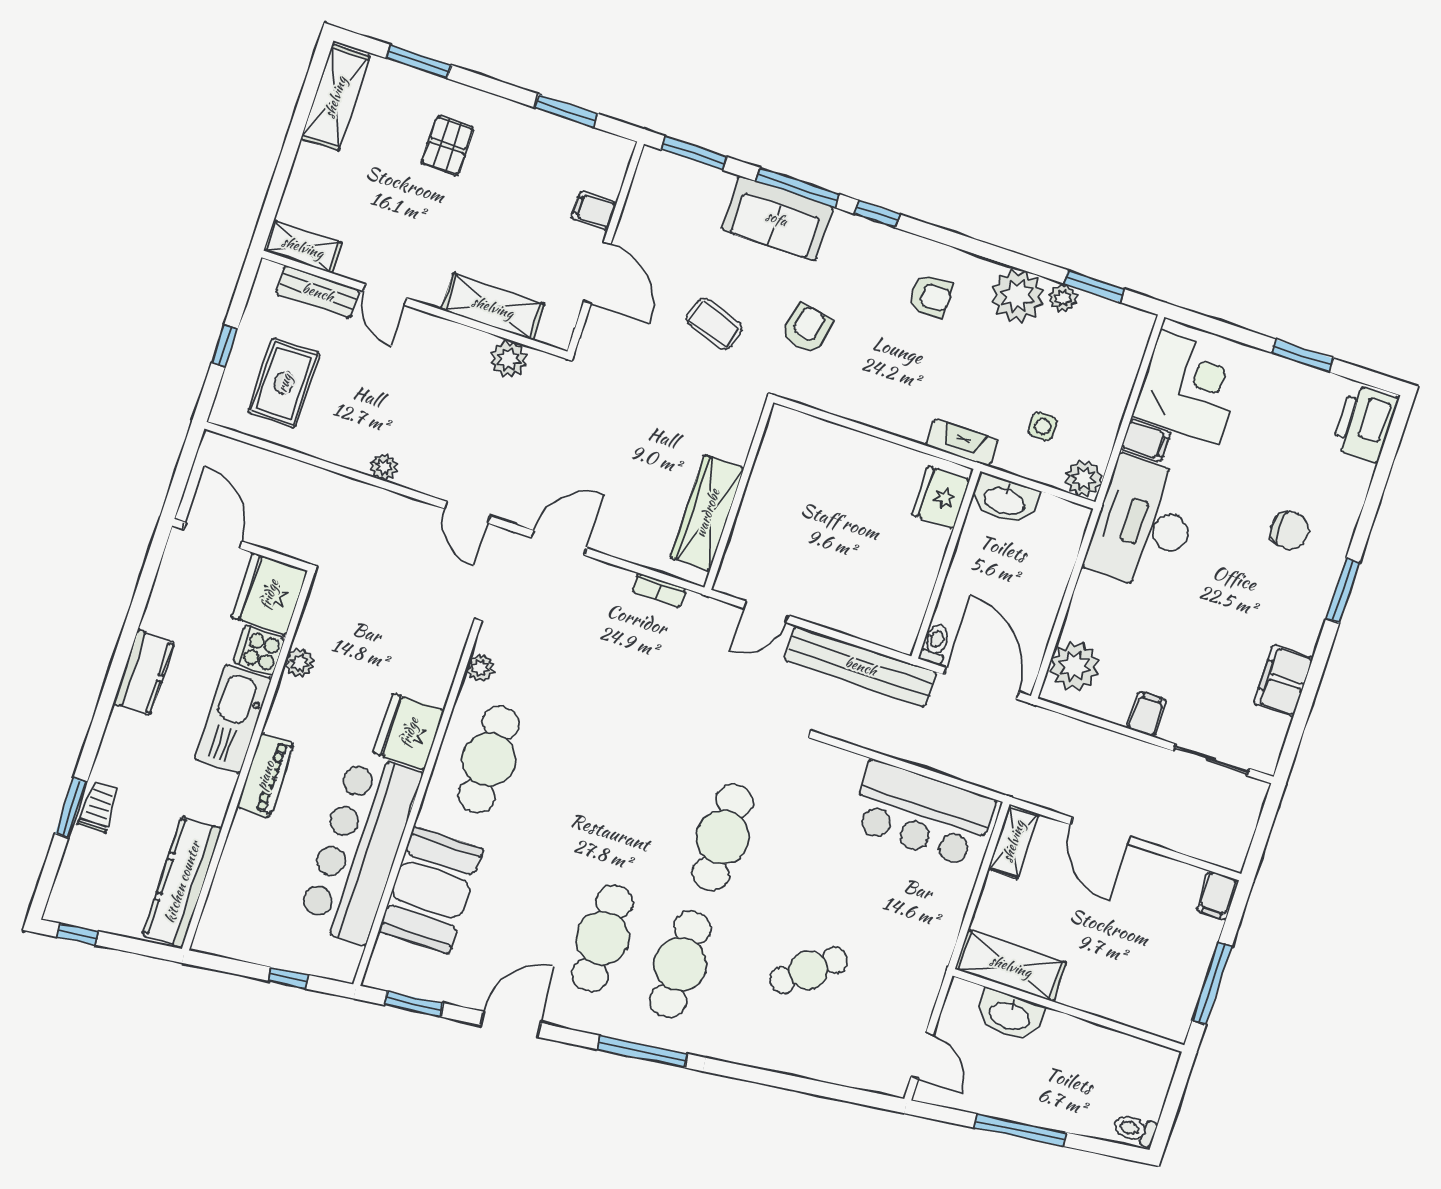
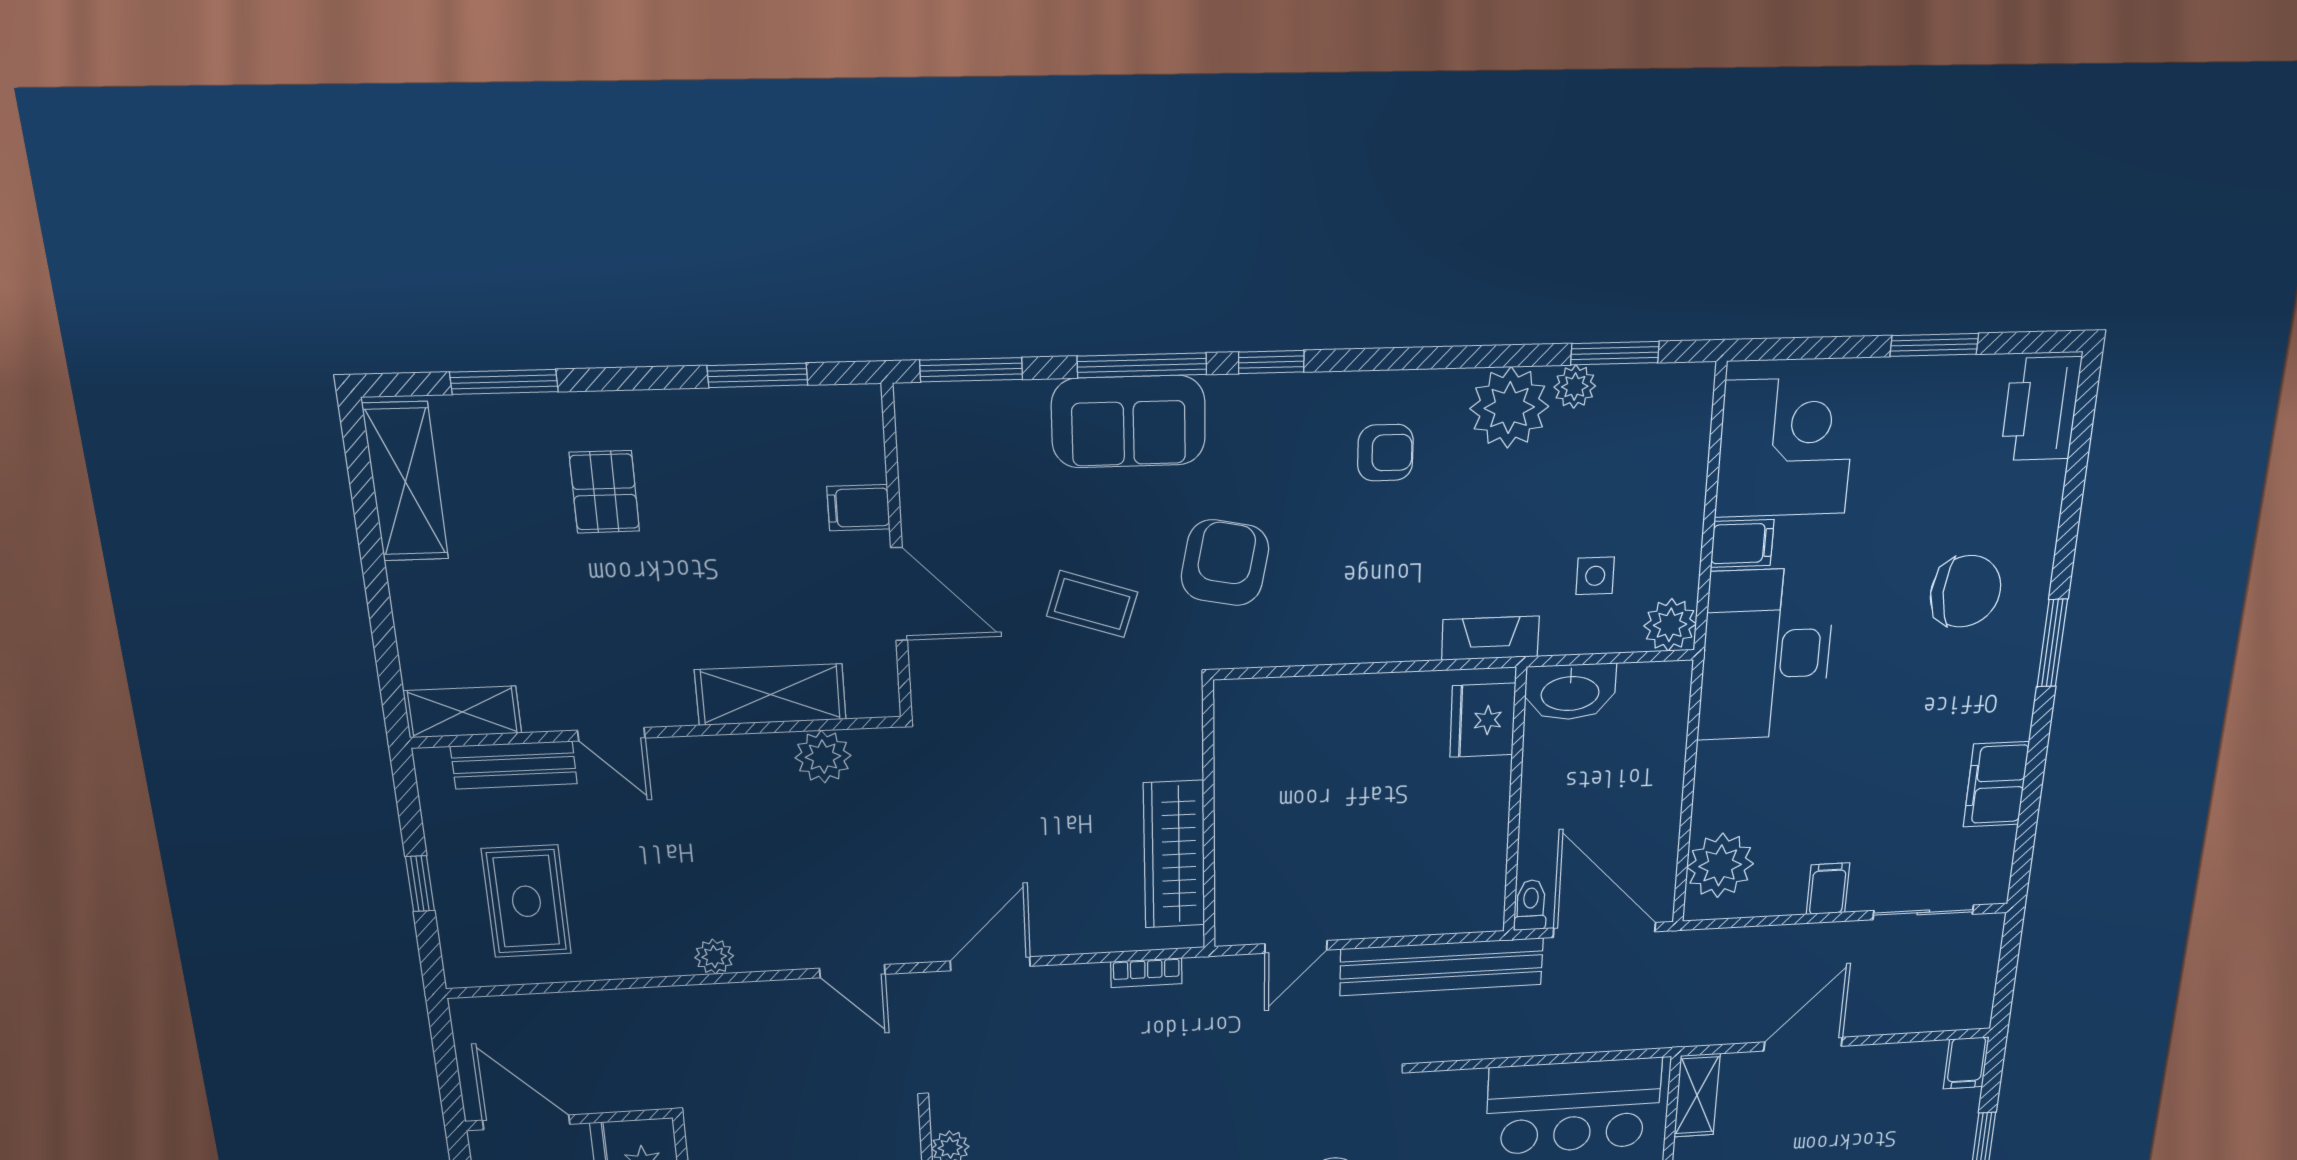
armchair: (807, 329) -> (1225, 563), width x1.38, depth x1.38
chair: (1290, 530) -> (1966, 591), width x1.37, depth x1.37
door: (1101, 831) -> (1803, 1044), swing flipped

